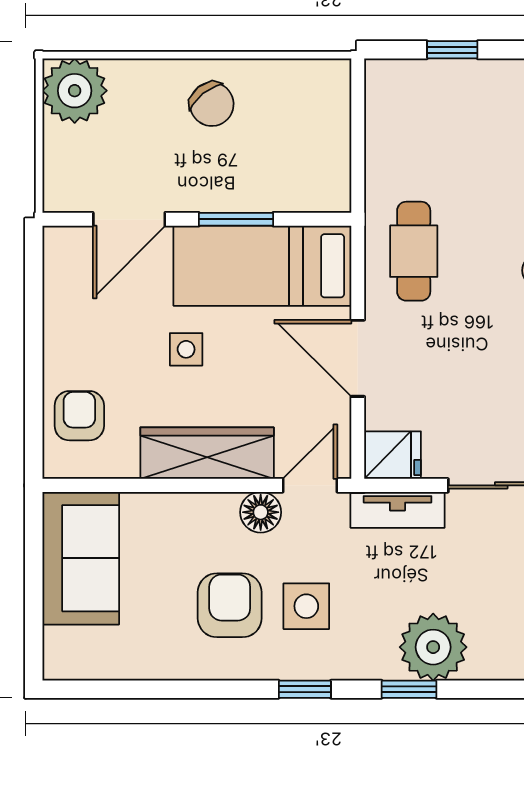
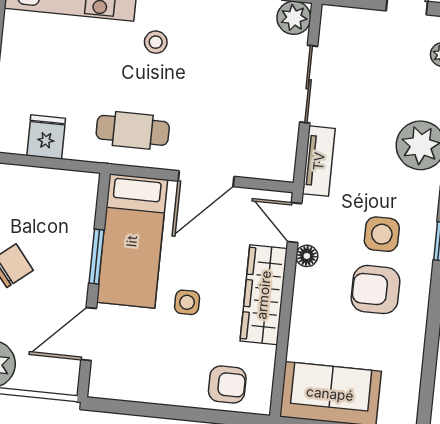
door: (129, 219) -> (89, 334), swing flipped
armchair: (79, 416) -> (227, 384), turned 180
fridge: (393, 455) -> (46, 137), moved
floor lamp: (261, 512) -> (307, 256), width x0.73, depth x0.73

